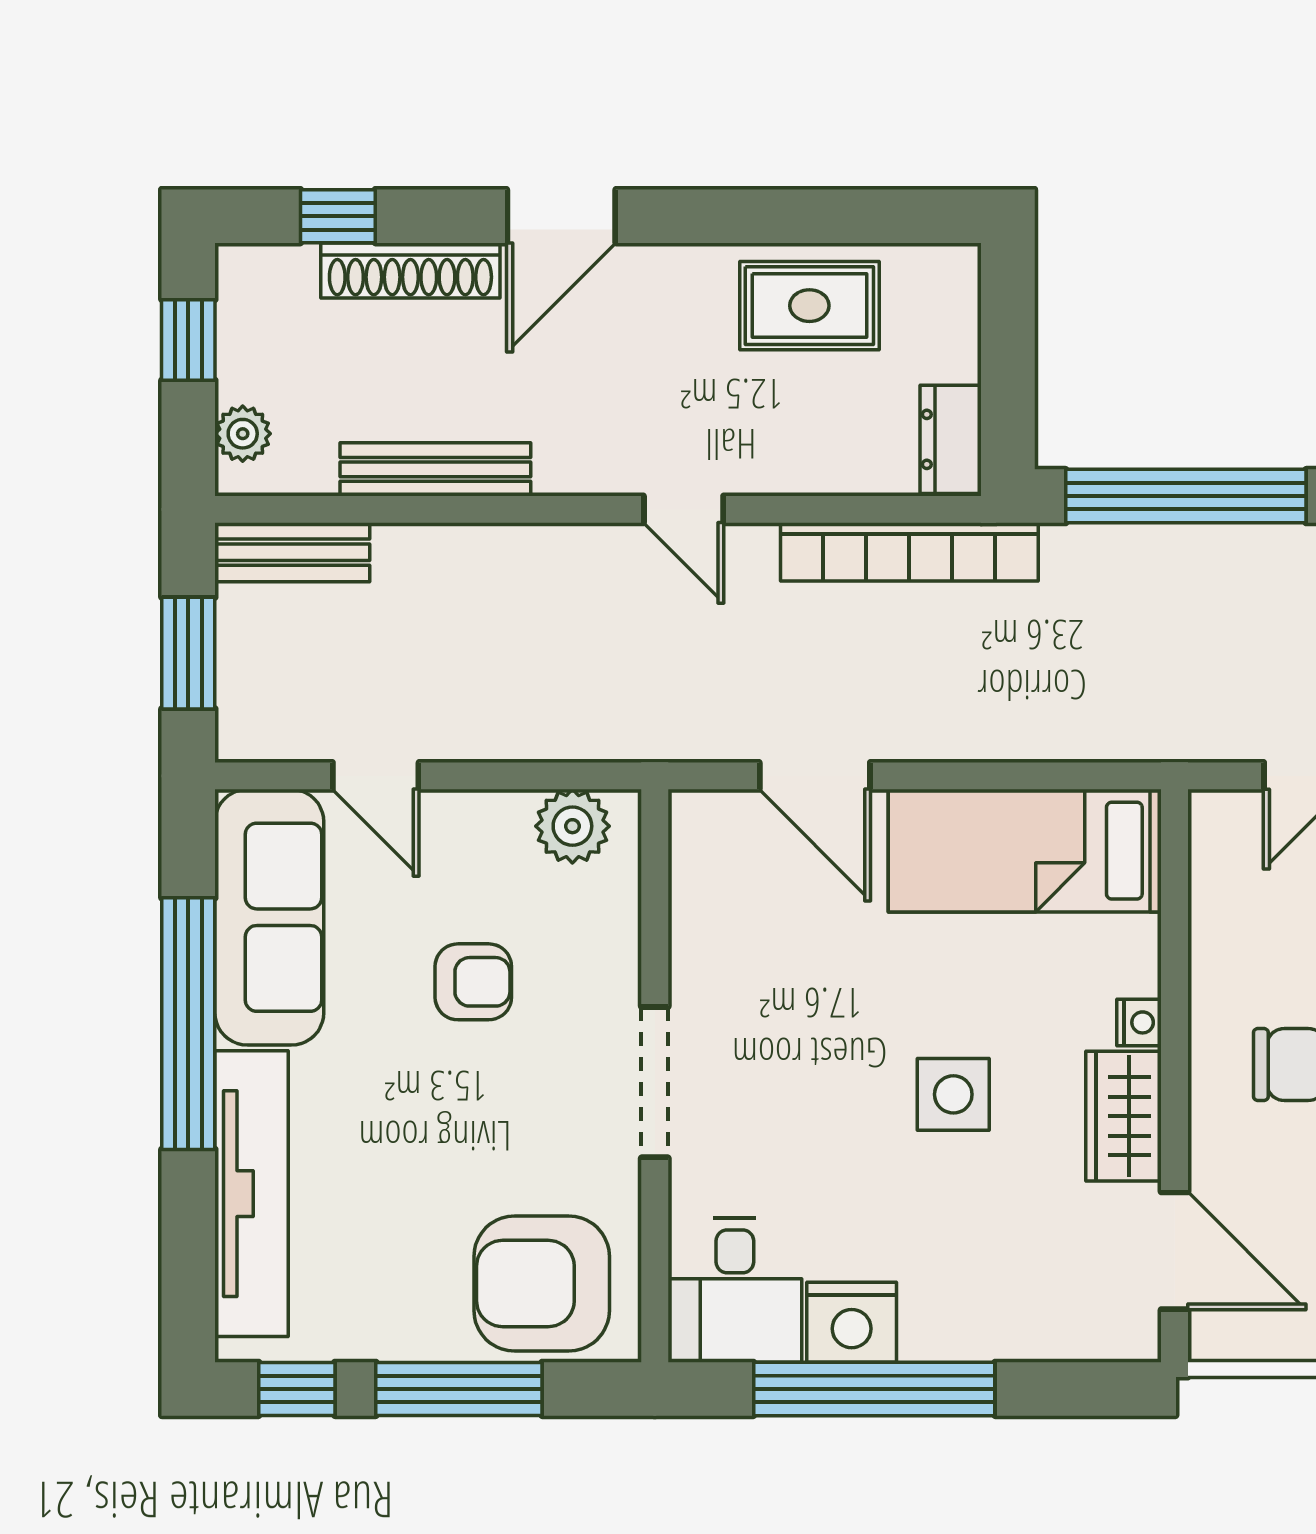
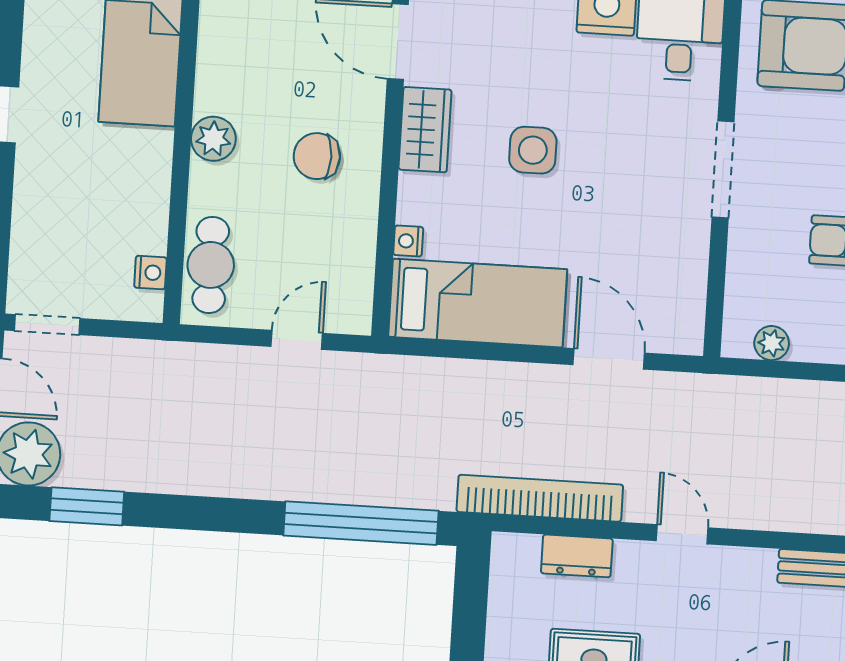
dresser: (951, 439) -> (577, 556), moved, turned 90
plant: (572, 826) -> (772, 343), width x0.73, depth x0.73
nightstand: (1139, 1022) -> (408, 241), moved

